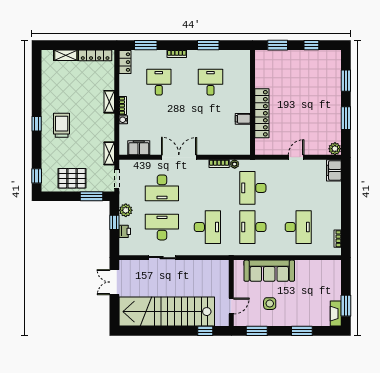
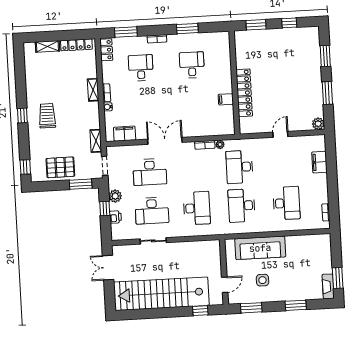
filing cabinet: (334, 170) -> (319, 162), moved
desk: (162, 227) -> (152, 211), turned 180

